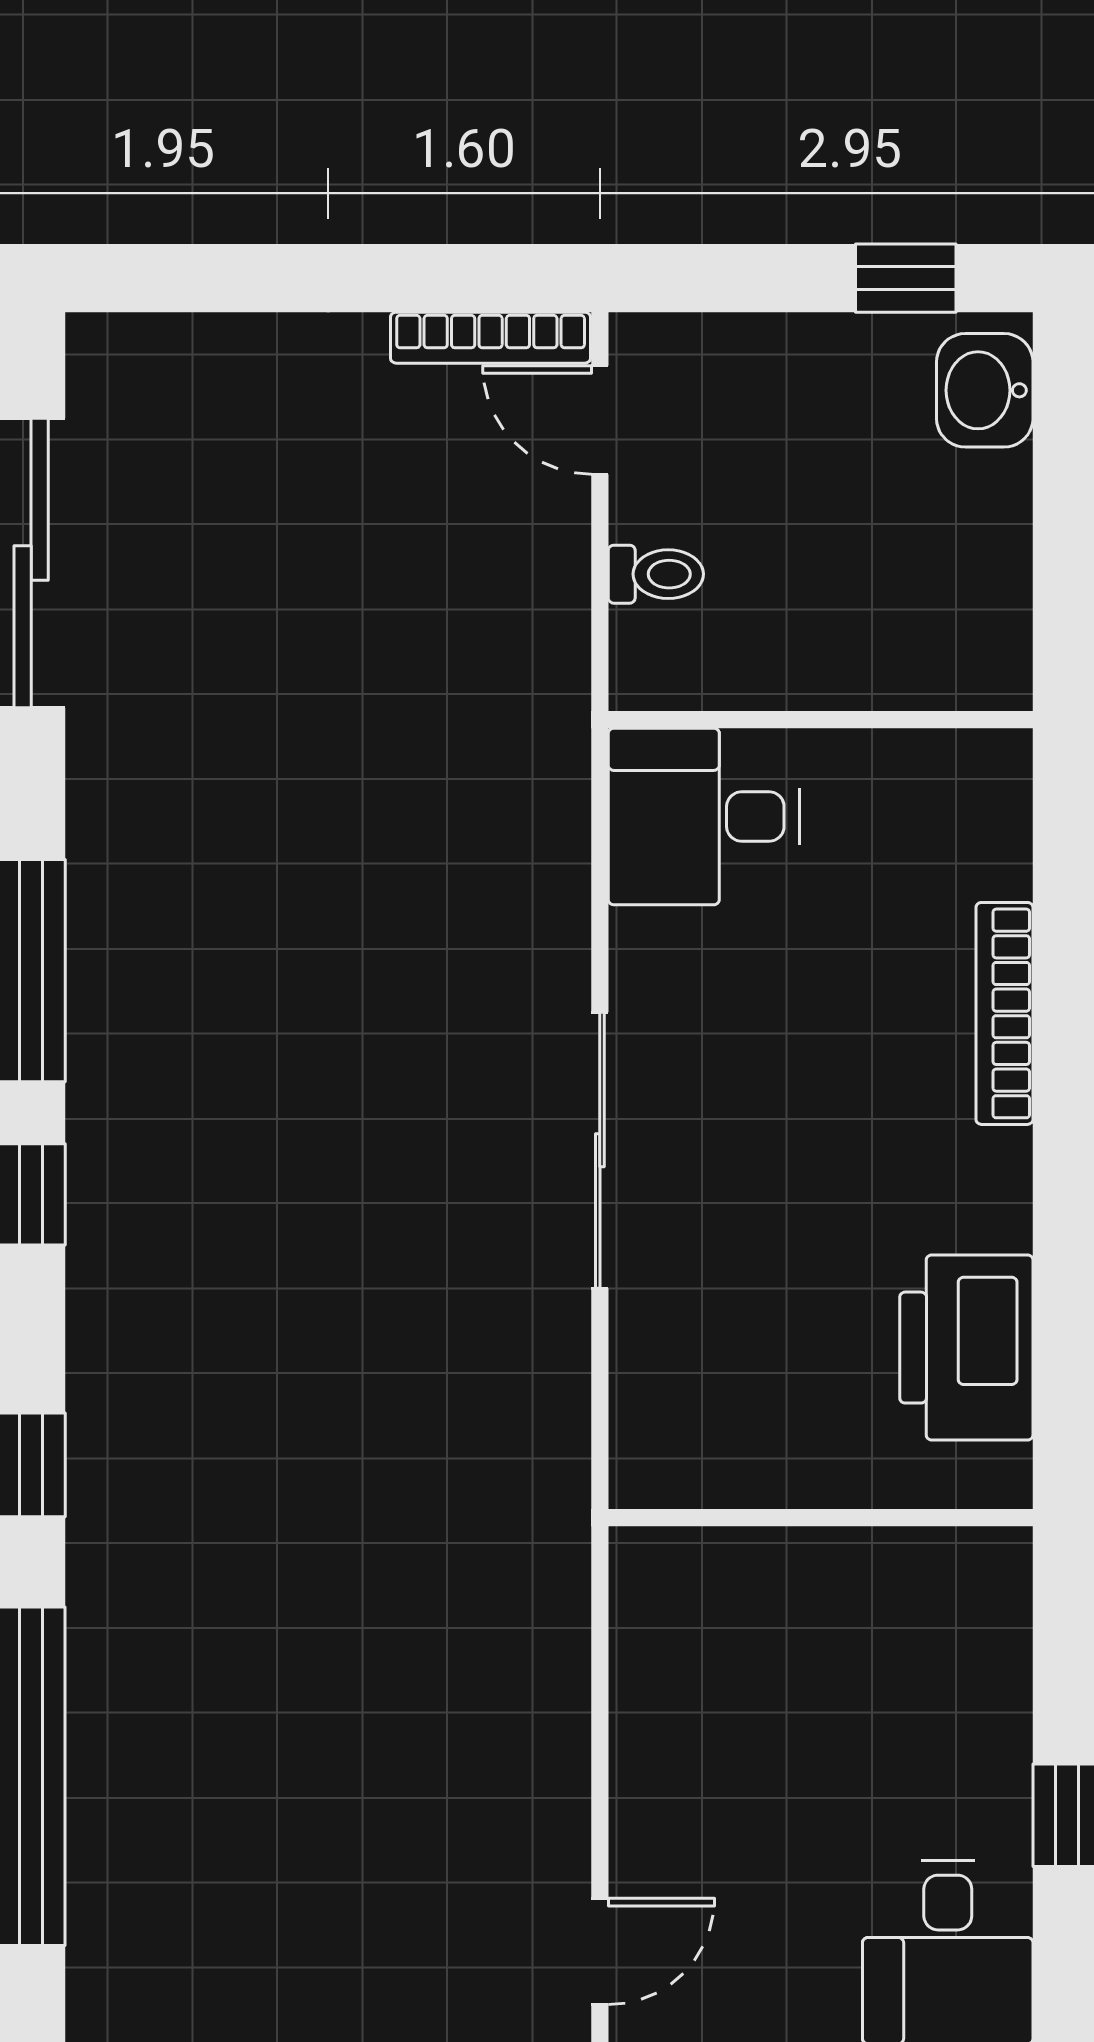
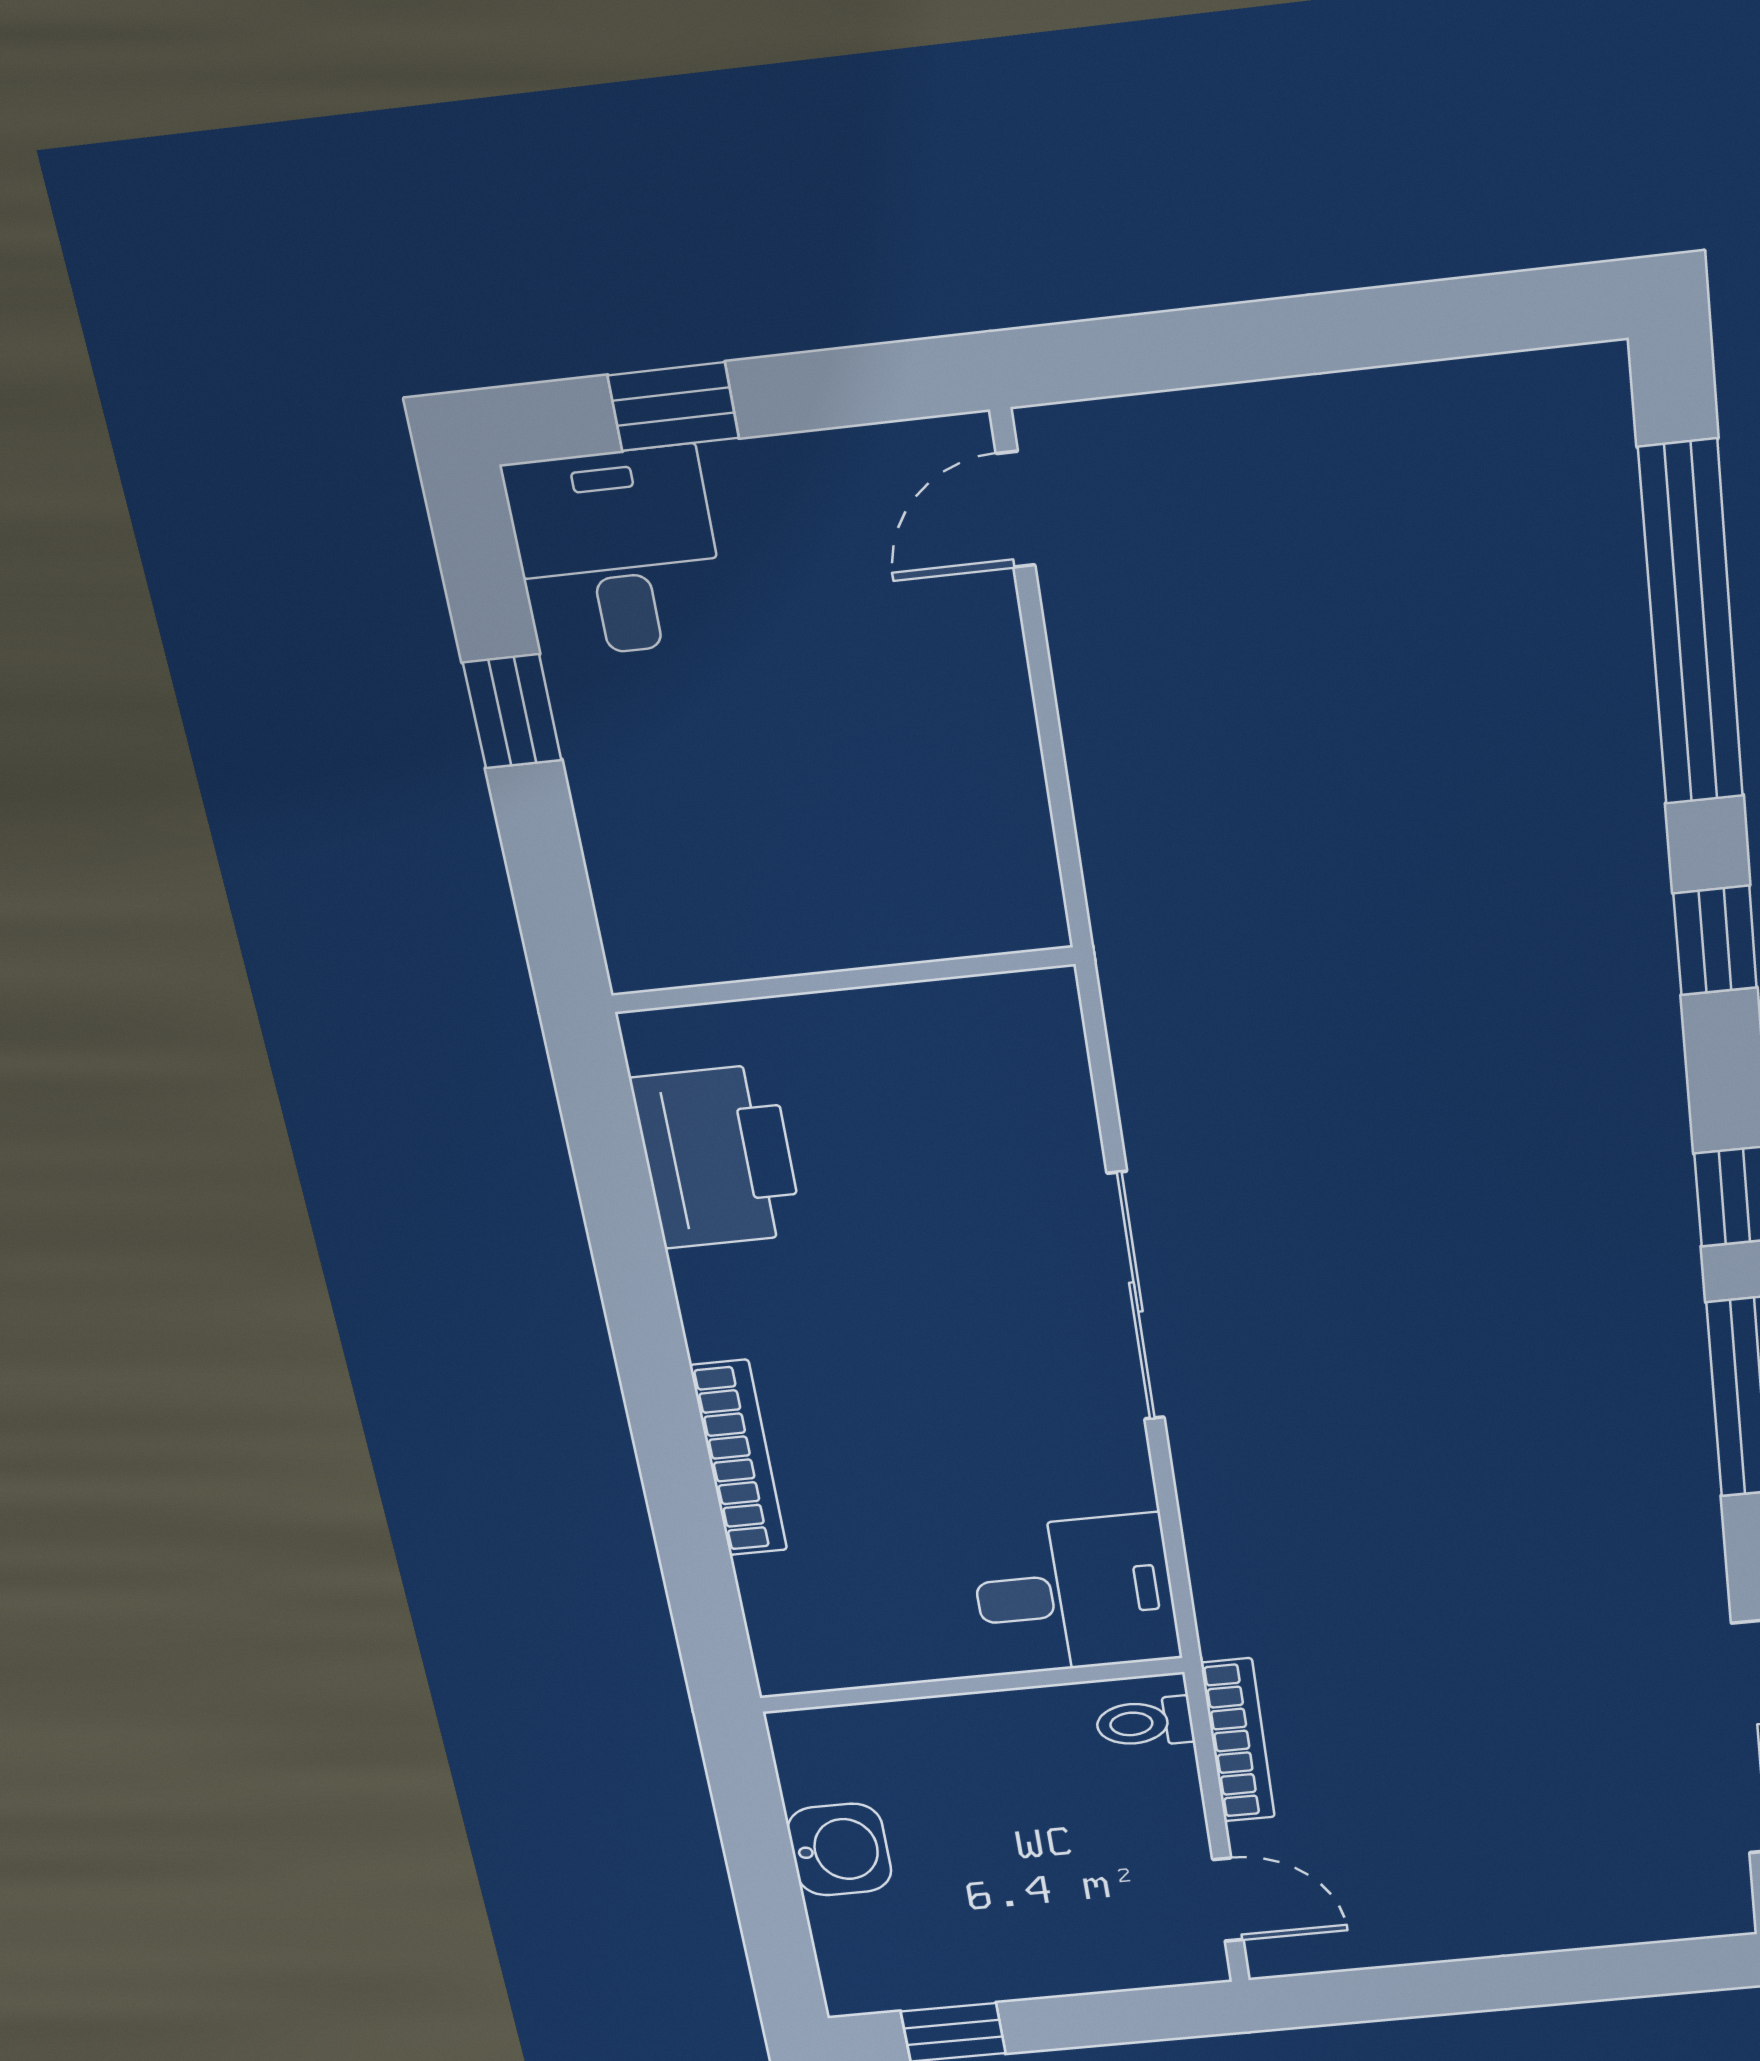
bookcase: (491, 338) -> (1238, 1740), moved, turned 90
washbasin: (985, 390) -> (840, 1850), moved
toilet: (656, 574) -> (1145, 1723), moved

